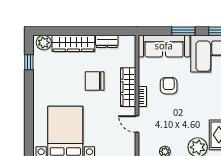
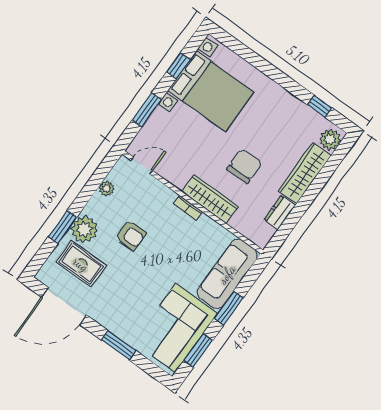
armchair: (169, 86) -> (131, 235), moved
door: (137, 124) -> (142, 165), moved

